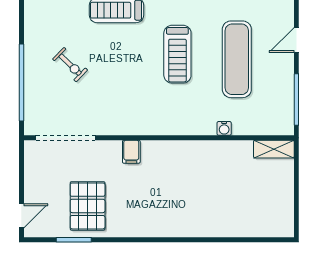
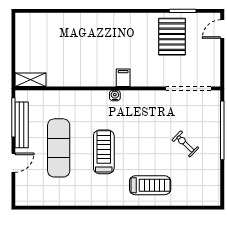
bench: (286, 90) -> (22, 125), added
water cooler: (224, 128) -> (115, 96), moved
filing cabinet: (131, 152) -> (123, 78), moved

